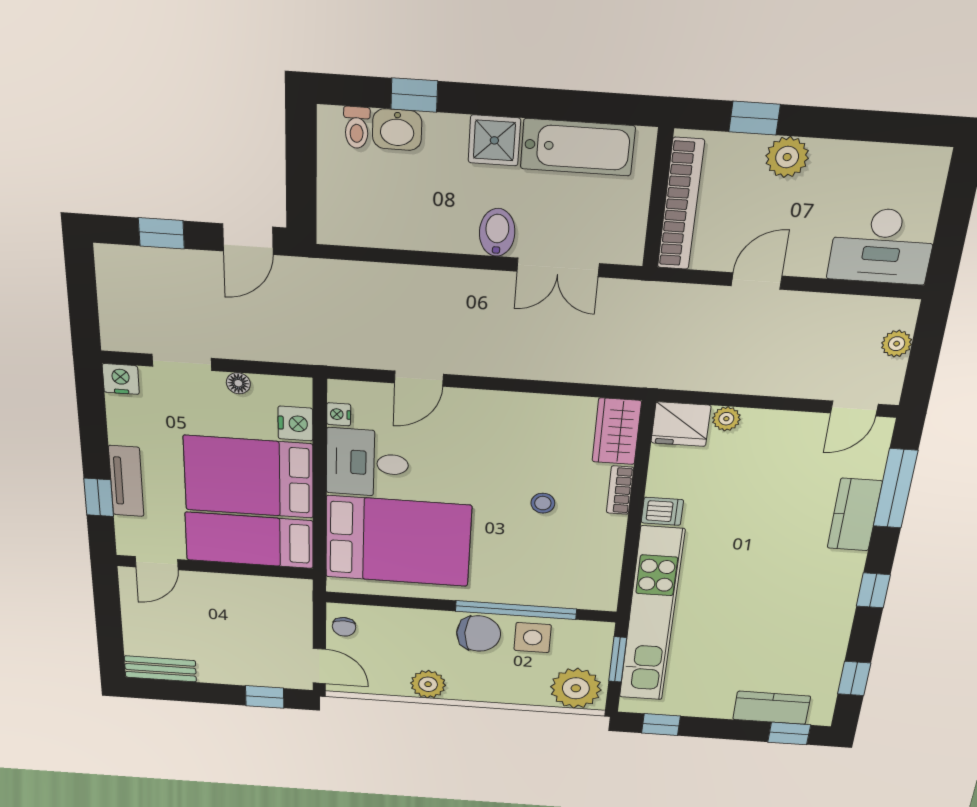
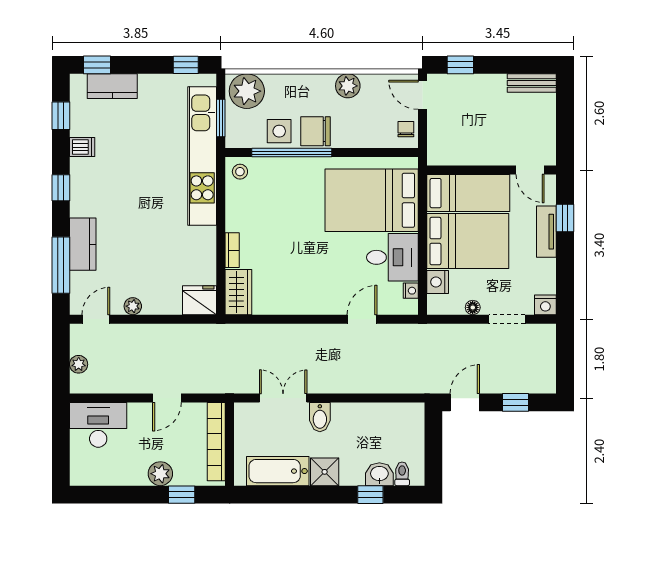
plant: (726, 419) -> (133, 306), moved
stool: (543, 503) -> (240, 172), moved
dishwasher: (662, 511) -> (82, 147), moved, turned 180
door: (157, 563) -> (530, 170), swing flipped

